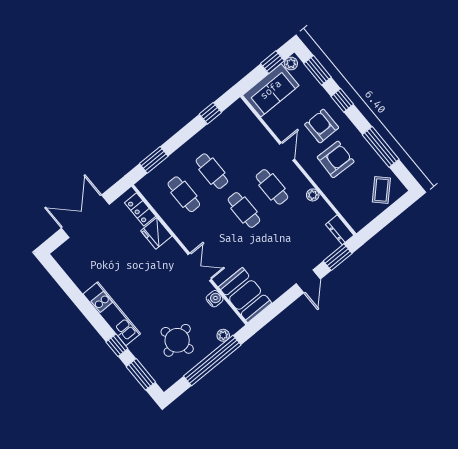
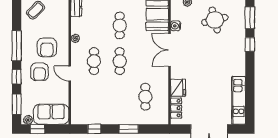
window: (381, 147) -> (17, 46), moved
door: (287, 152) -> (70, 74), hinge flipped
armchair: (336, 159) -> (47, 47), turned -92
window: (154, 160) -> (129, 129), moved
cafe table: (212, 171) -> (120, 25), moved
double door: (200, 267) -> (169, 50), width x1.37
kitchen unit: (112, 314) -> (239, 100), moved

